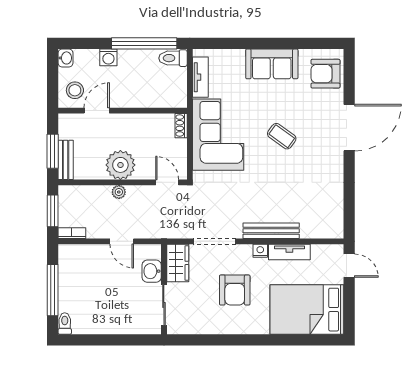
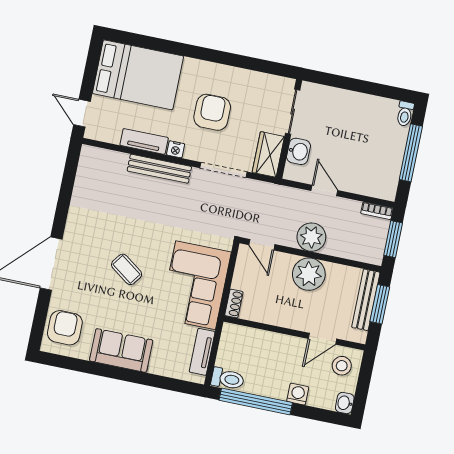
armchair: (325, 74) -> (65, 328), turned -90
bench: (66, 160) -> (366, 300), width x1.36
plant: (119, 192) -> (311, 237), width x1.87, depth x1.87

